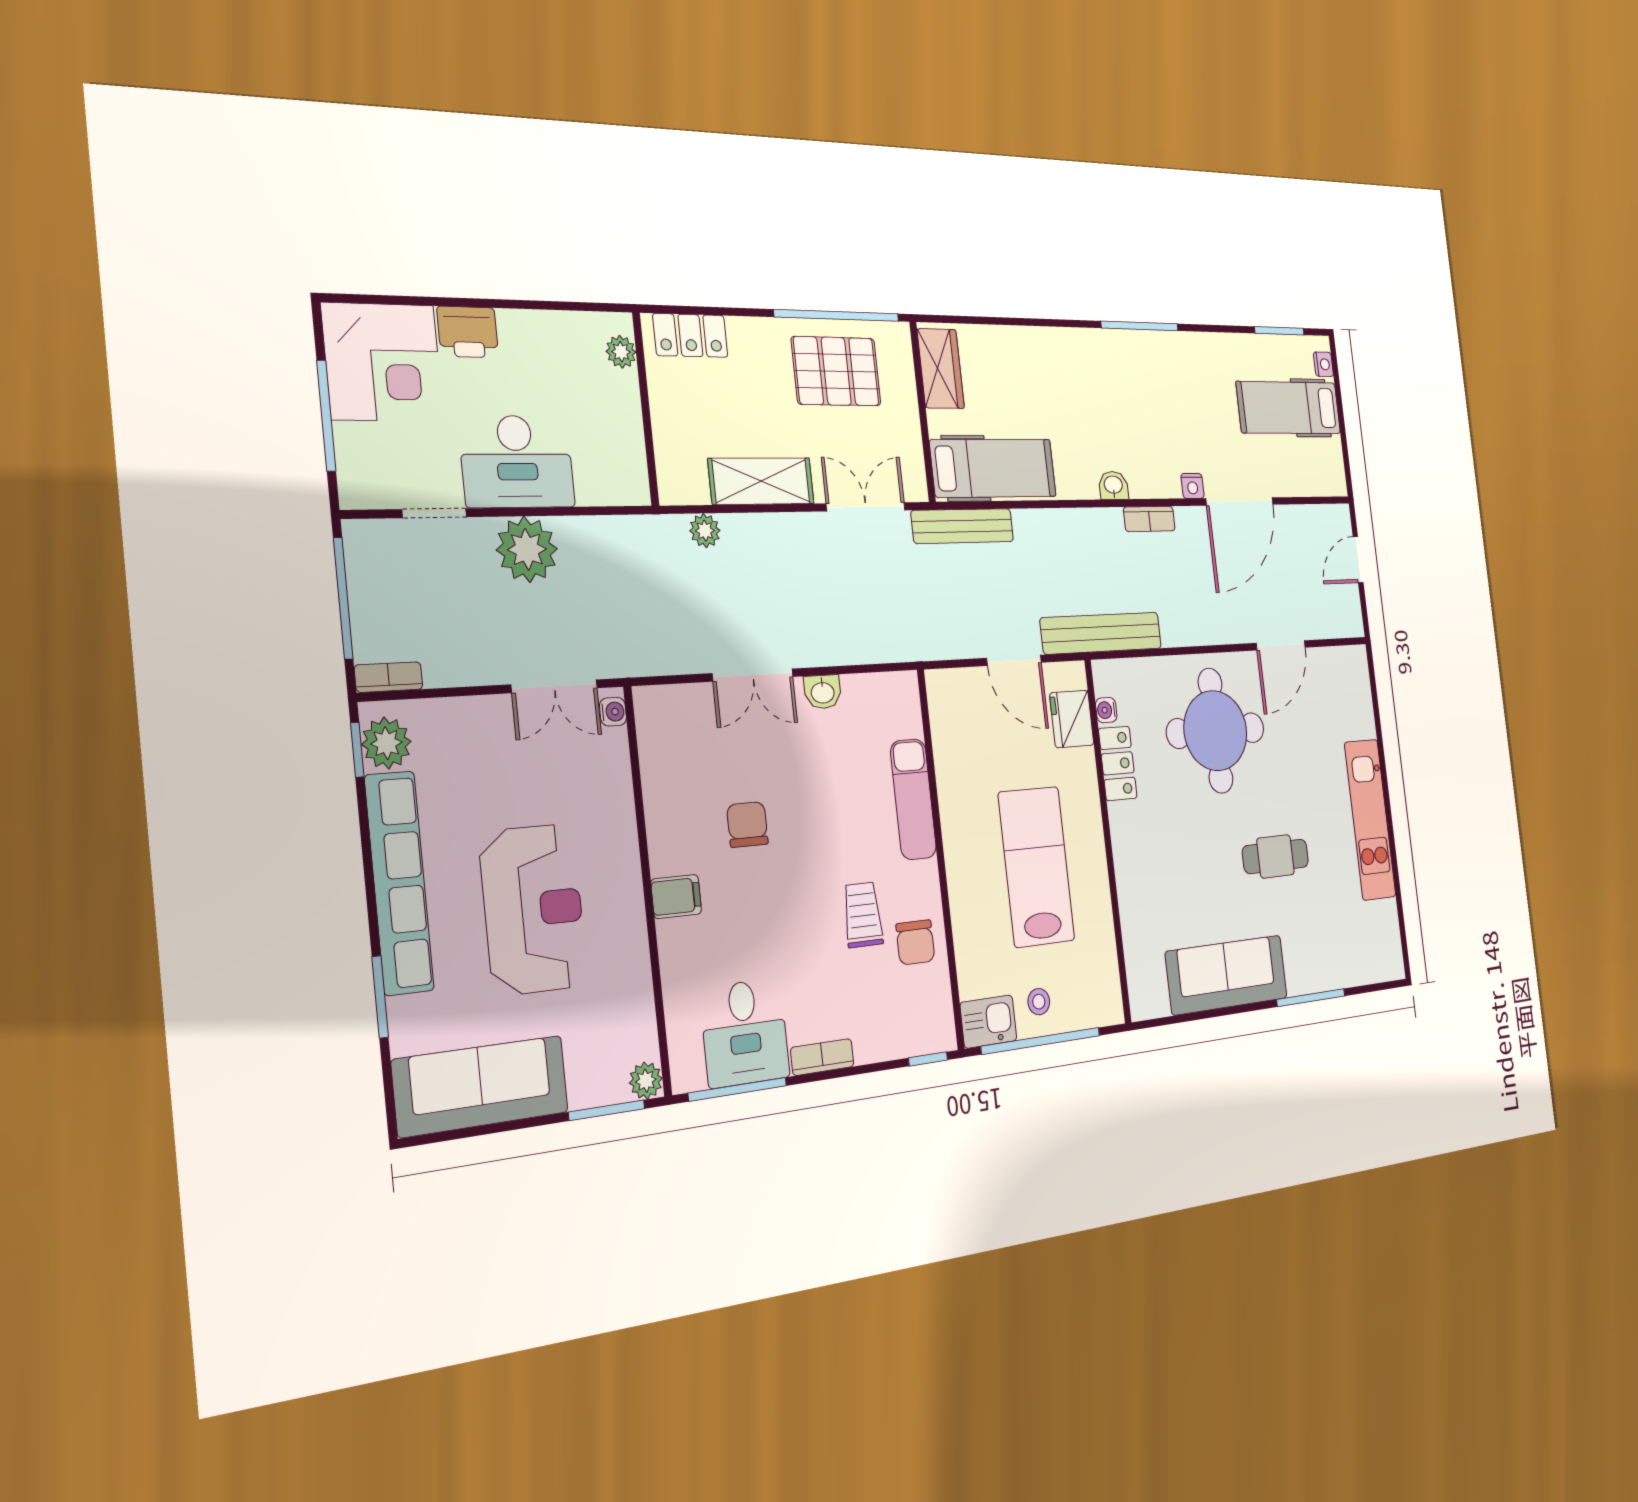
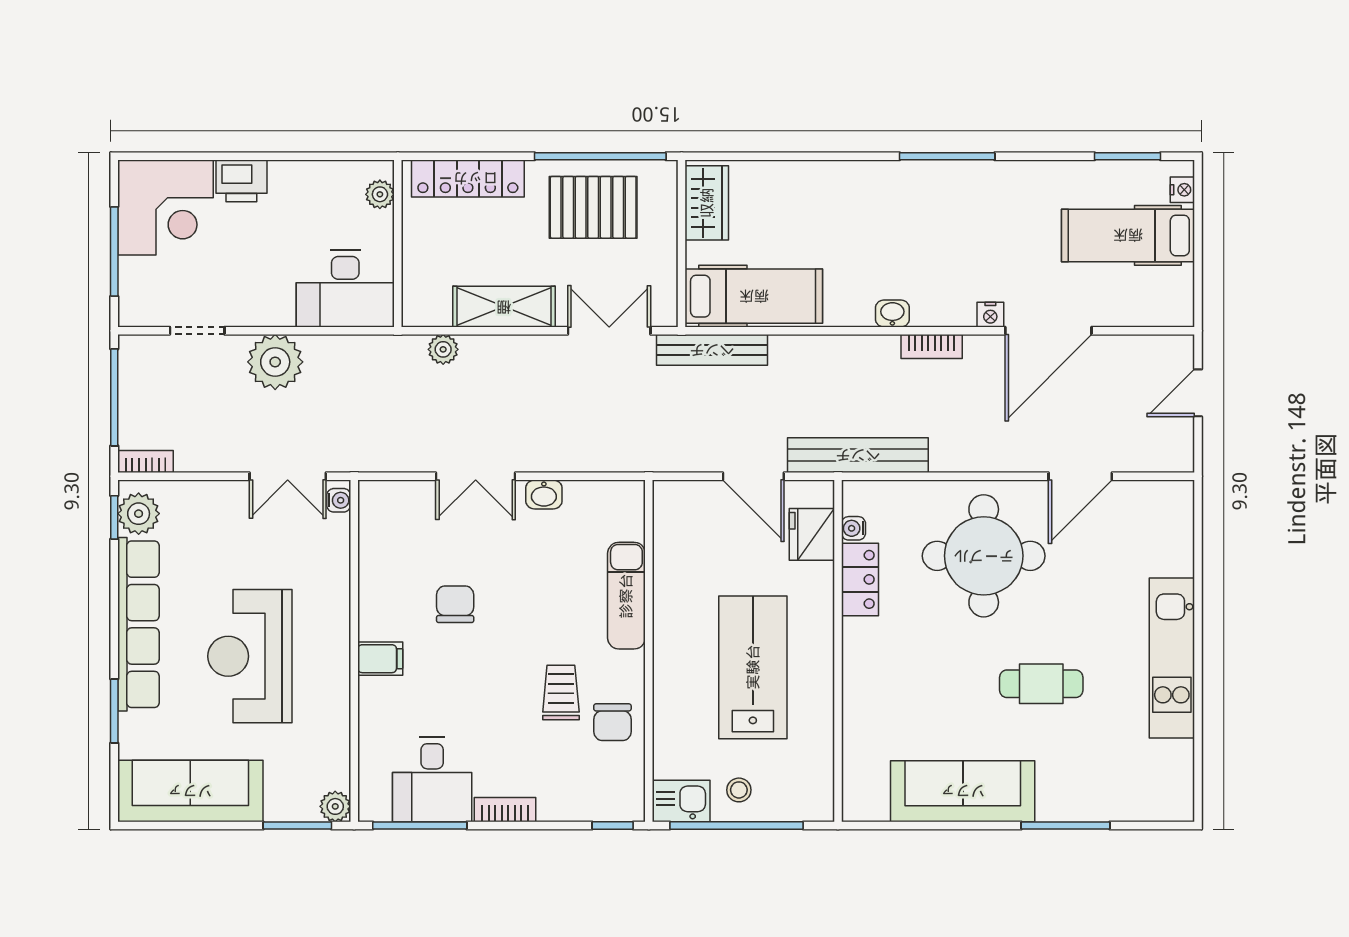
locker: (690, 335) -> (468, 178), width x1.53
desk: (517, 462) -> (345, 289), moved
reception desk: (533, 909) -> (250, 656), turned 180

